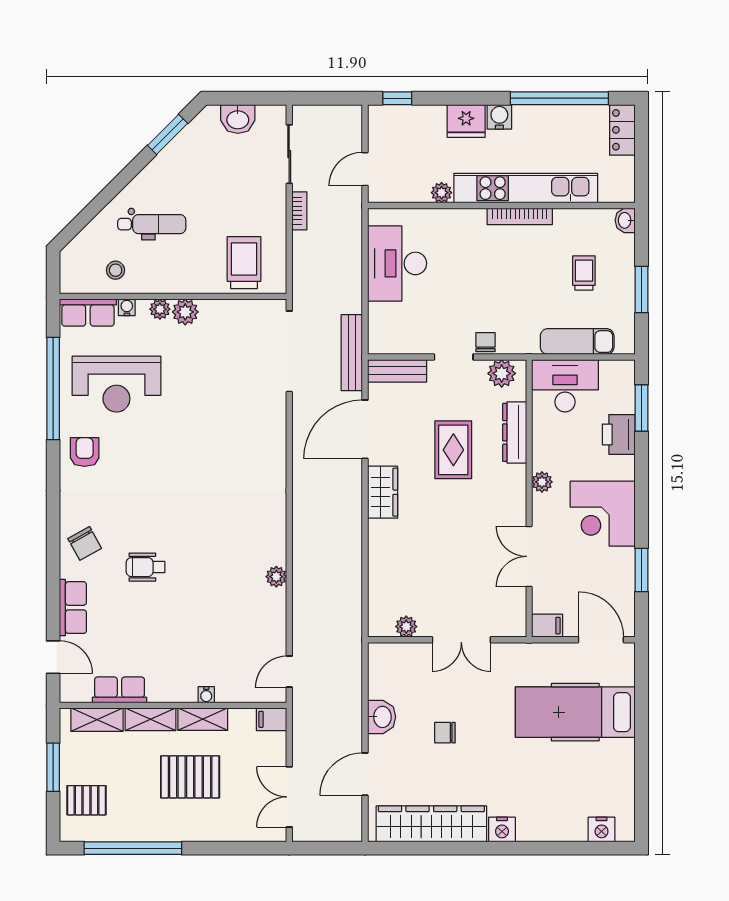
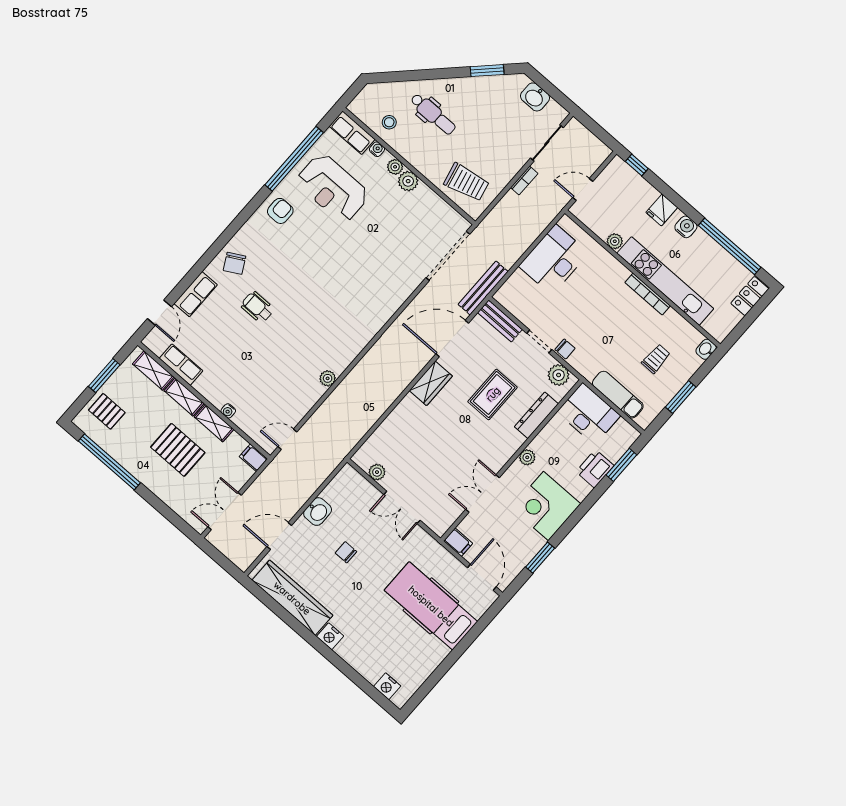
fridge: (466, 121) -> (662, 210), width x0.72
trolley: (244, 263) -> (467, 182), turned 77
chair: (486, 342) -> (565, 349), turned 90

